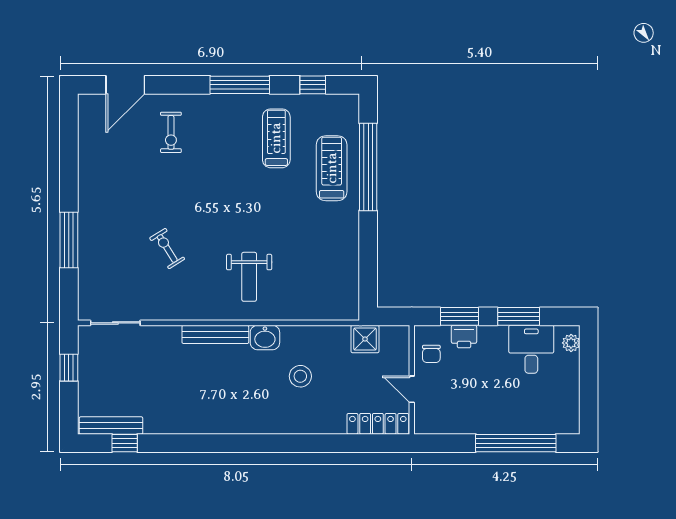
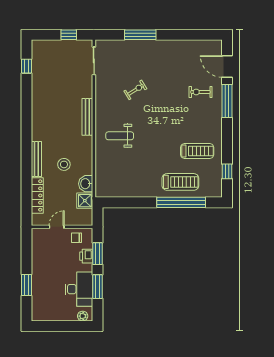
window: (240, 85) -> (227, 101), moved
washbasin: (265, 337) -> (86, 184), moved
desk: (531, 349) -> (79, 289), width x1.37
locker: (378, 424) -> (37, 195), moved
bench: (111, 425) -> (36, 159), moved
window: (516, 443) -> (27, 285), width x0.47

